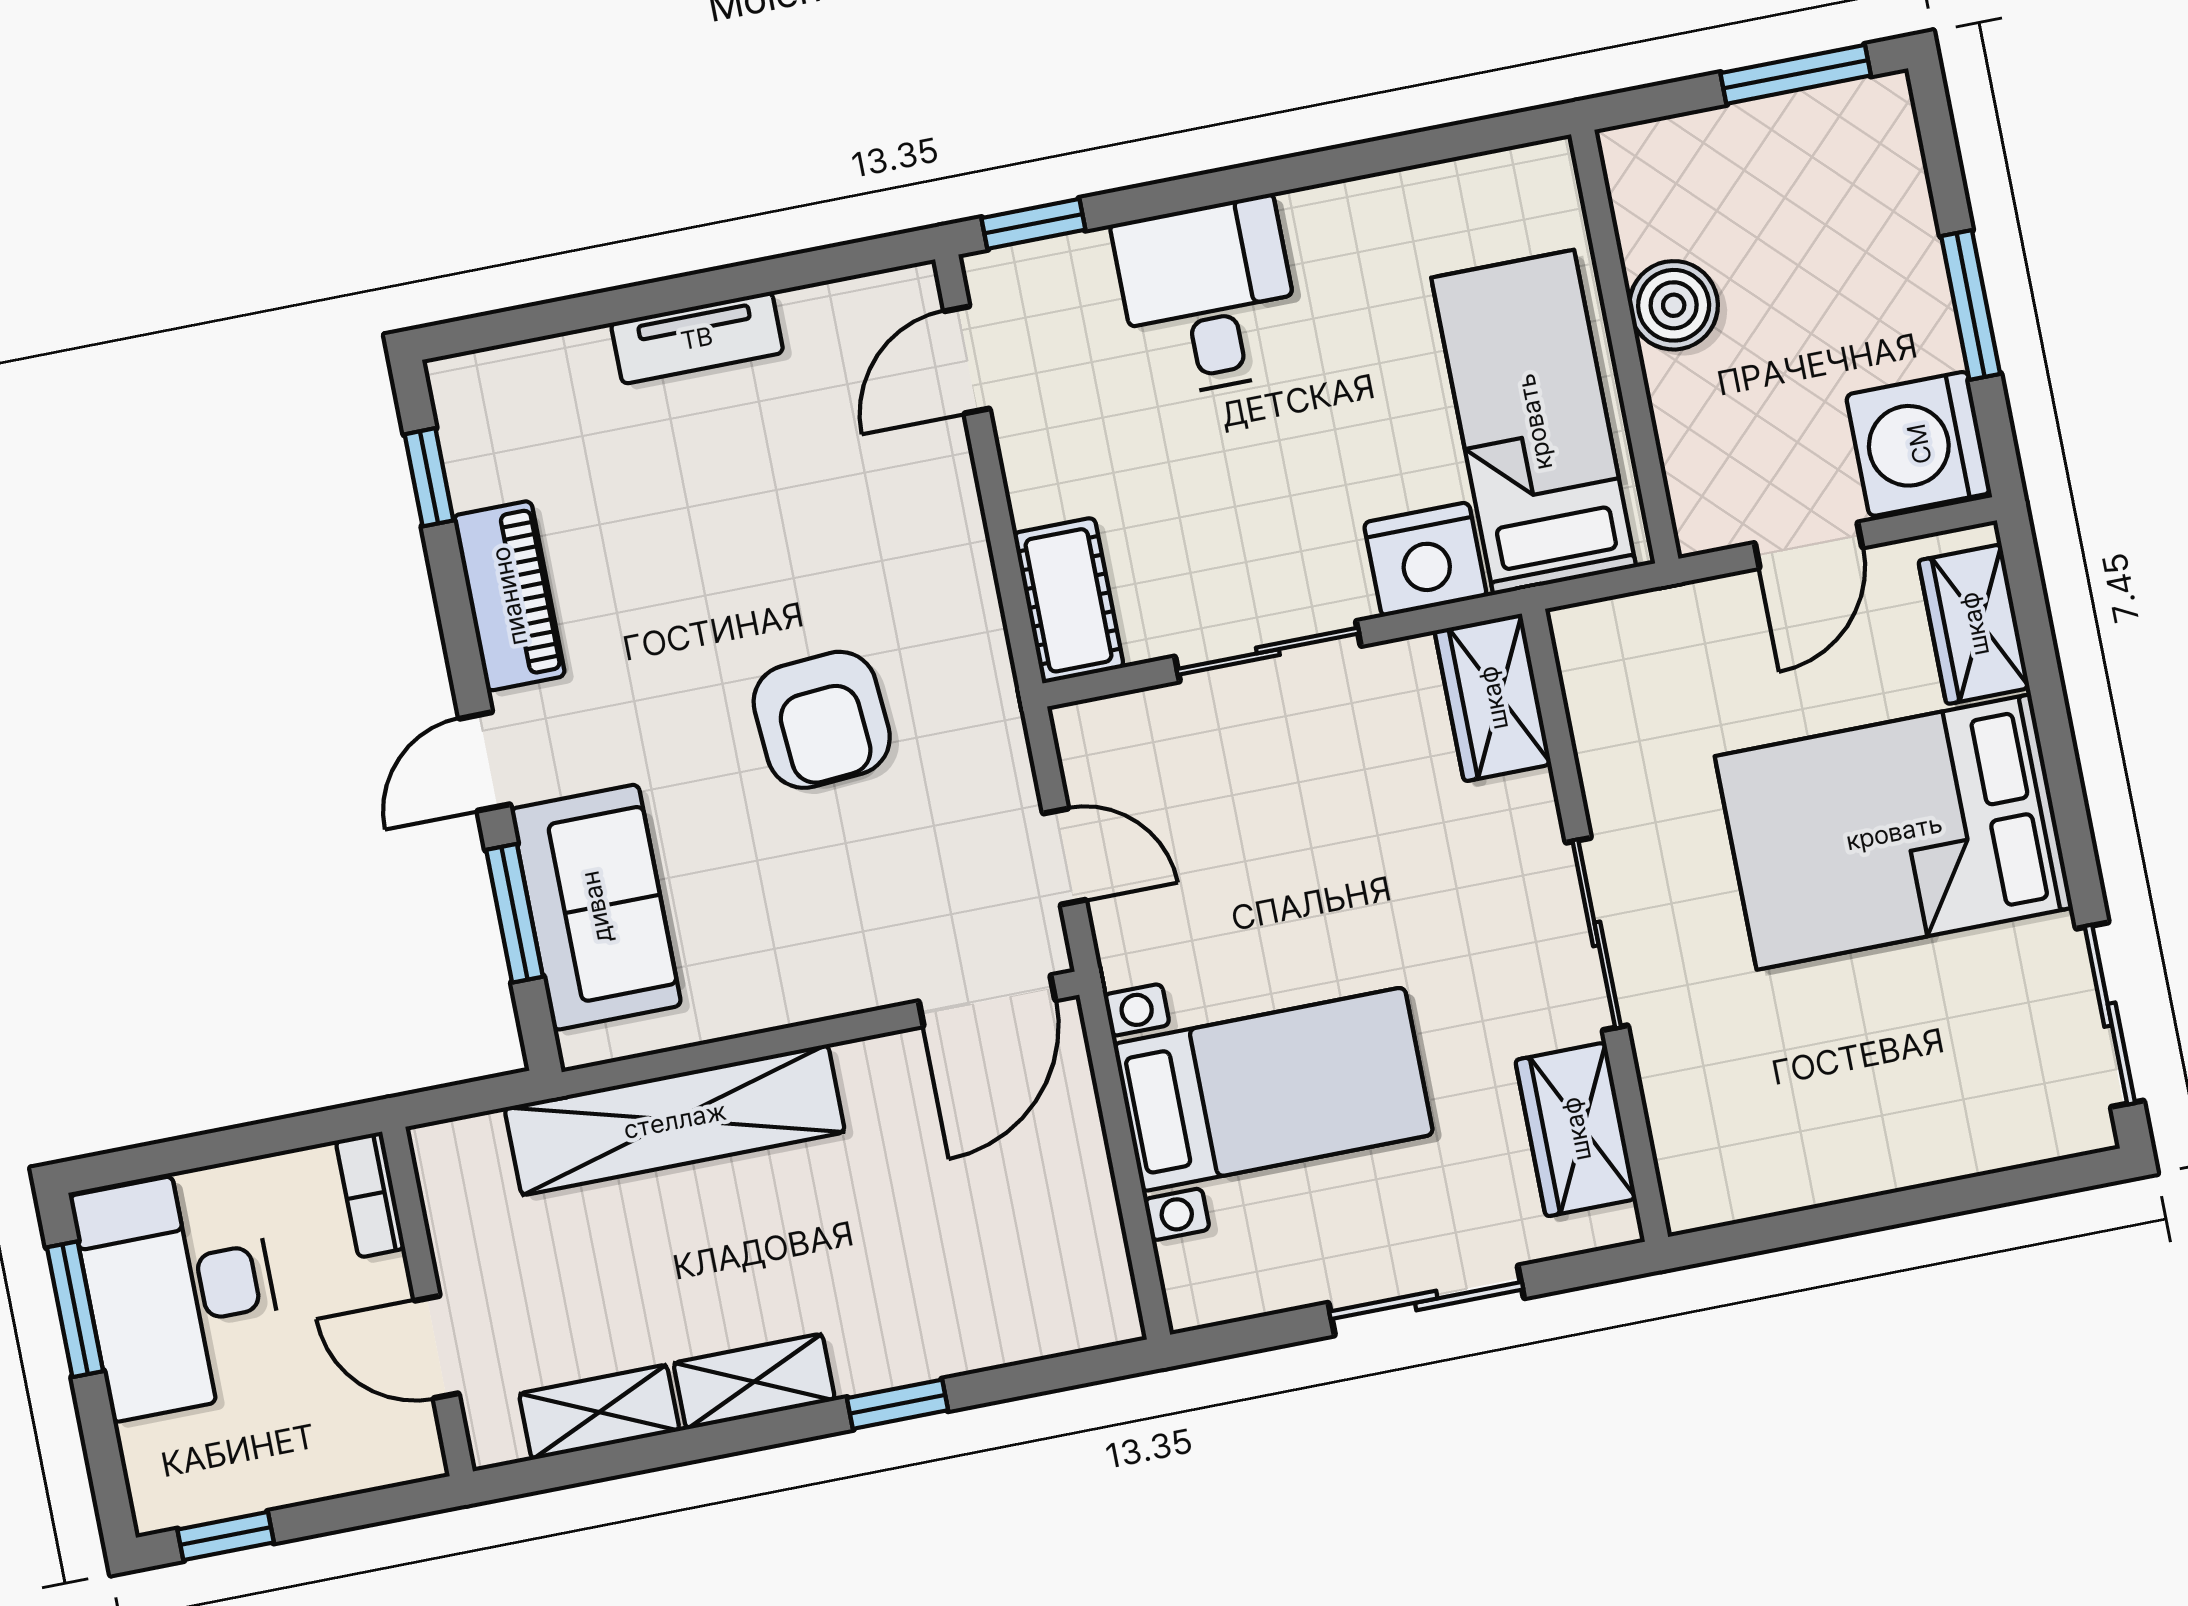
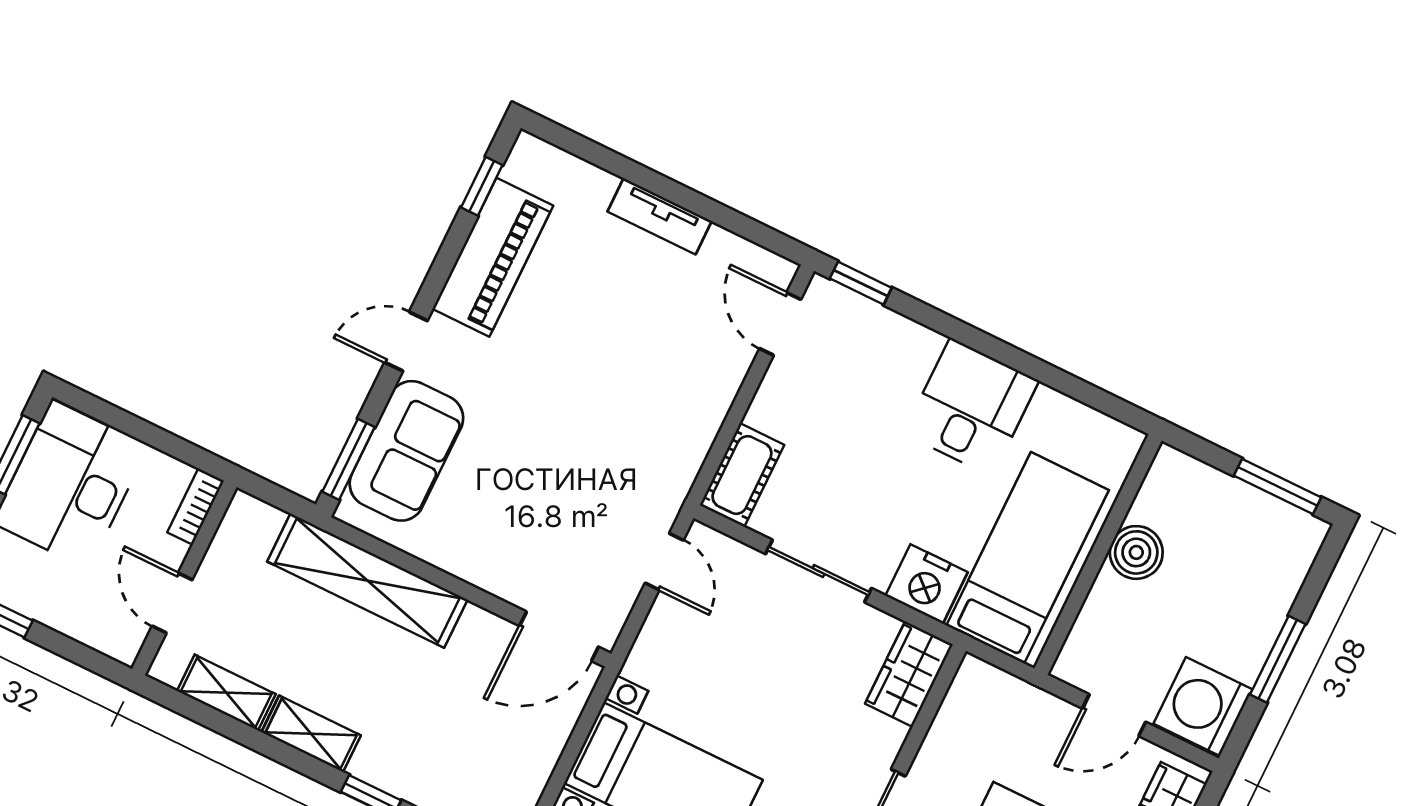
desk: (1208, 297) -> (971, 407), moved
door: (967, 360) -> (780, 324), hinge flipped
piano: (509, 596) -> (493, 257), width x1.37, depth x1.33
armchair: (822, 720) -> (581, 443), removed
door: (1064, 857) -> (664, 562), moved
window: (515, 913) -> (349, 459), moved

